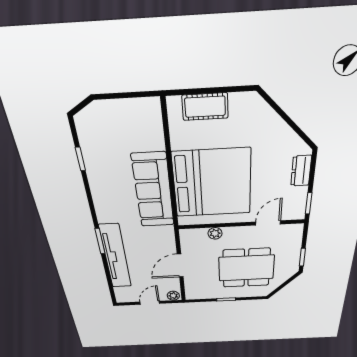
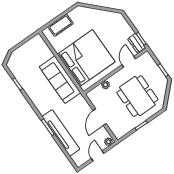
dresser: (301, 171) -> (136, 43), moved
dining table: (246, 268) -> (137, 96), turned 90

